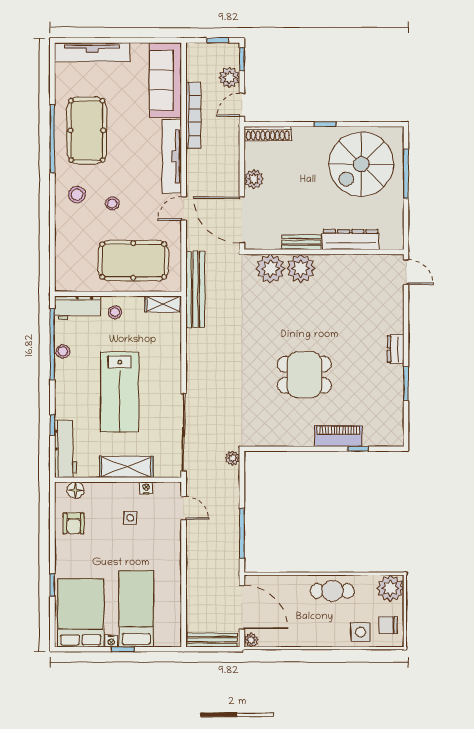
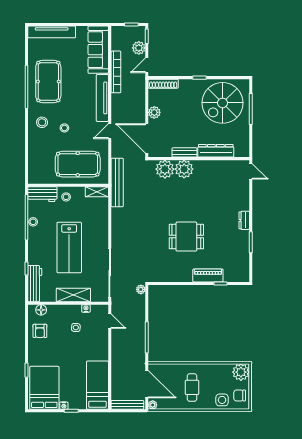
cafe table: (332, 591) -> (192, 387), moved, turned 90
bed: (136, 609) -> (97, 385), moved

